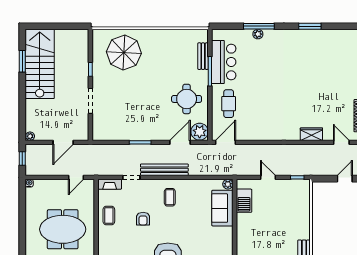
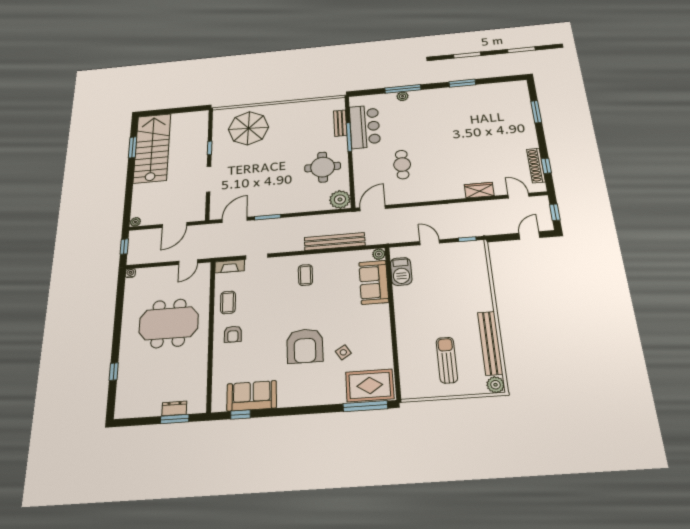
cafe table: (229, 104) -> (402, 165), moved
door: (180, 142) -> (235, 220), moved
bench: (164, 170) -> (335, 241), moved
armchair: (143, 219) -> (233, 334), moved

